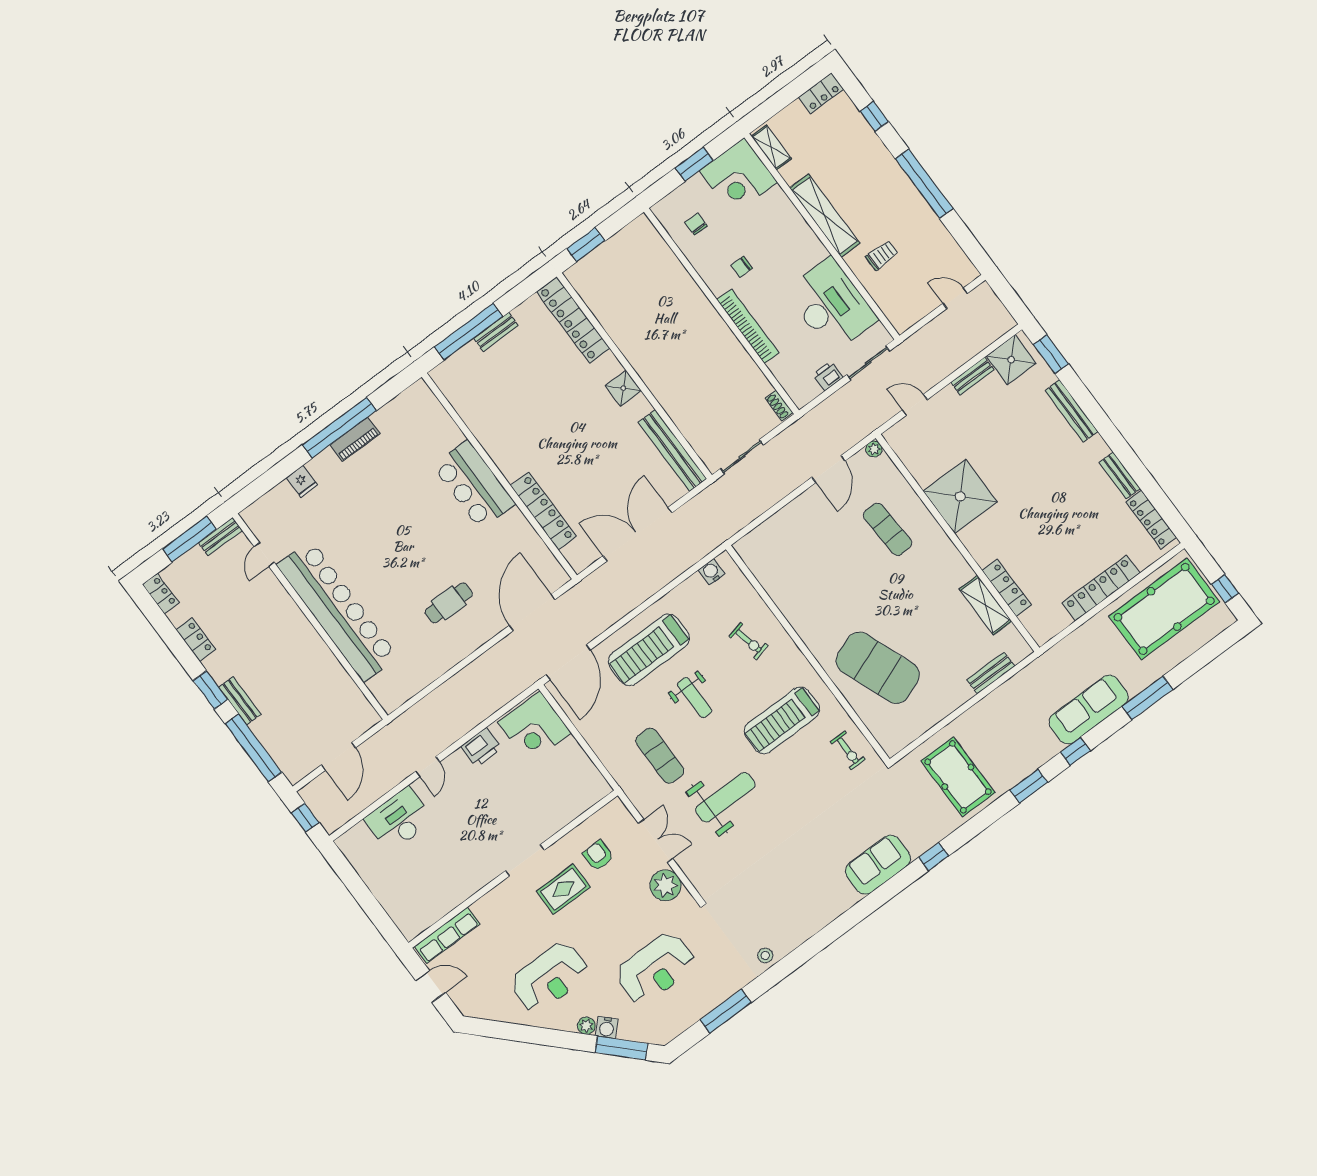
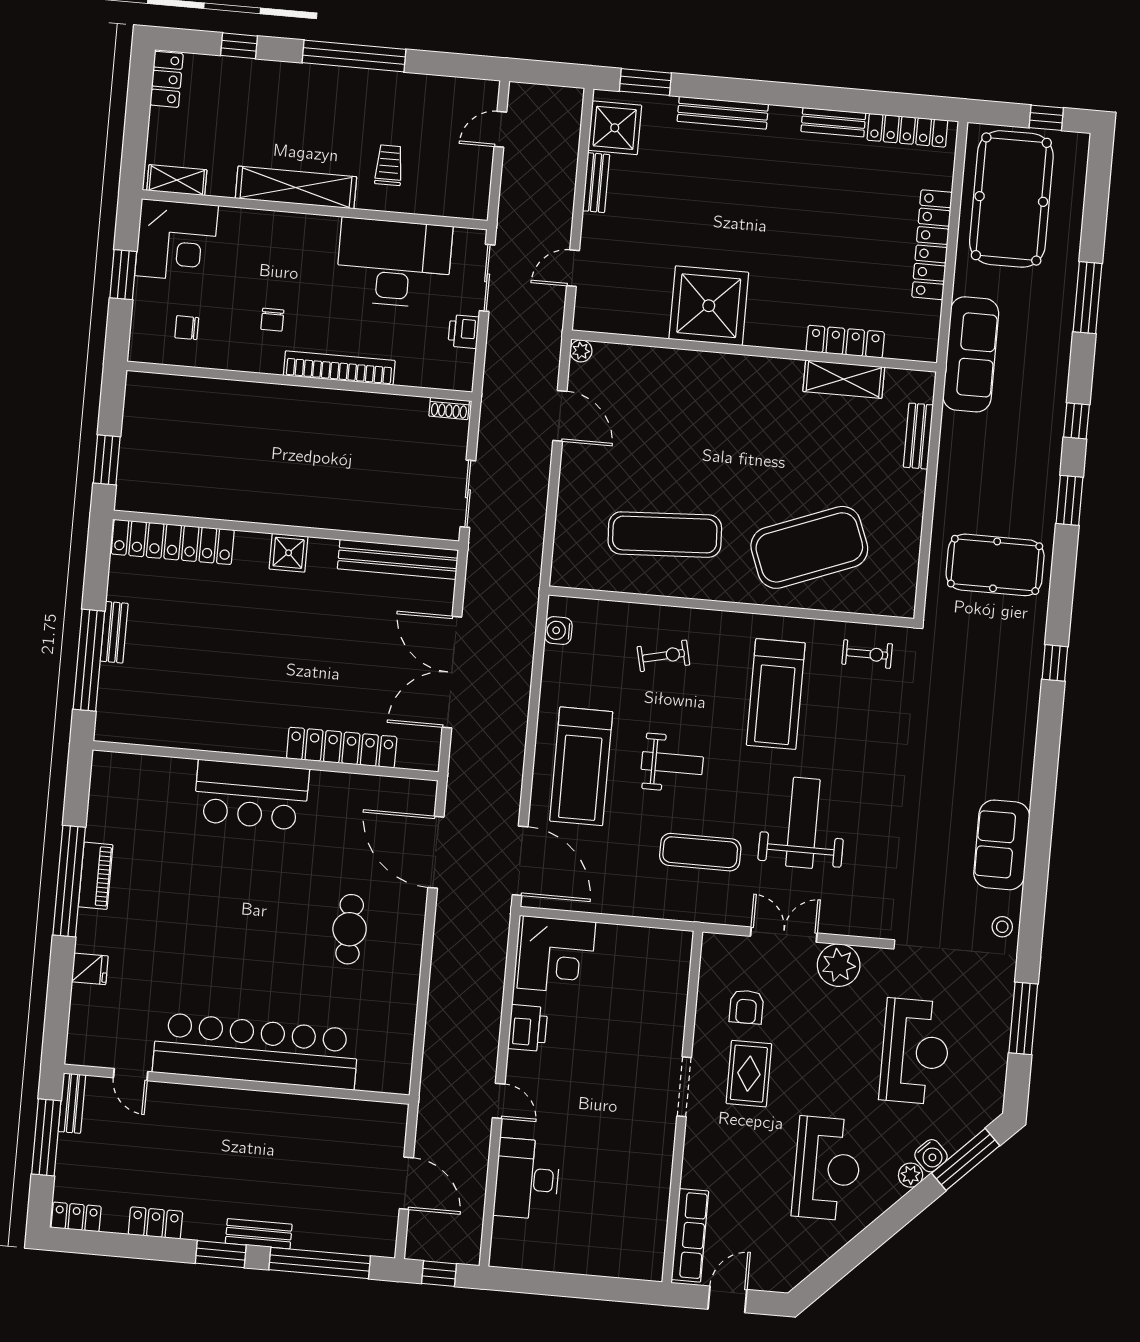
exercise mat: (888, 529) -> (665, 535), moved, width x1.36, depth x1.45
sofa: (1089, 709) -> (971, 354), moved, turned 180
armchair: (598, 856) -> (746, 1007), turned -89
sofa: (878, 865) -> (1002, 845), moved

